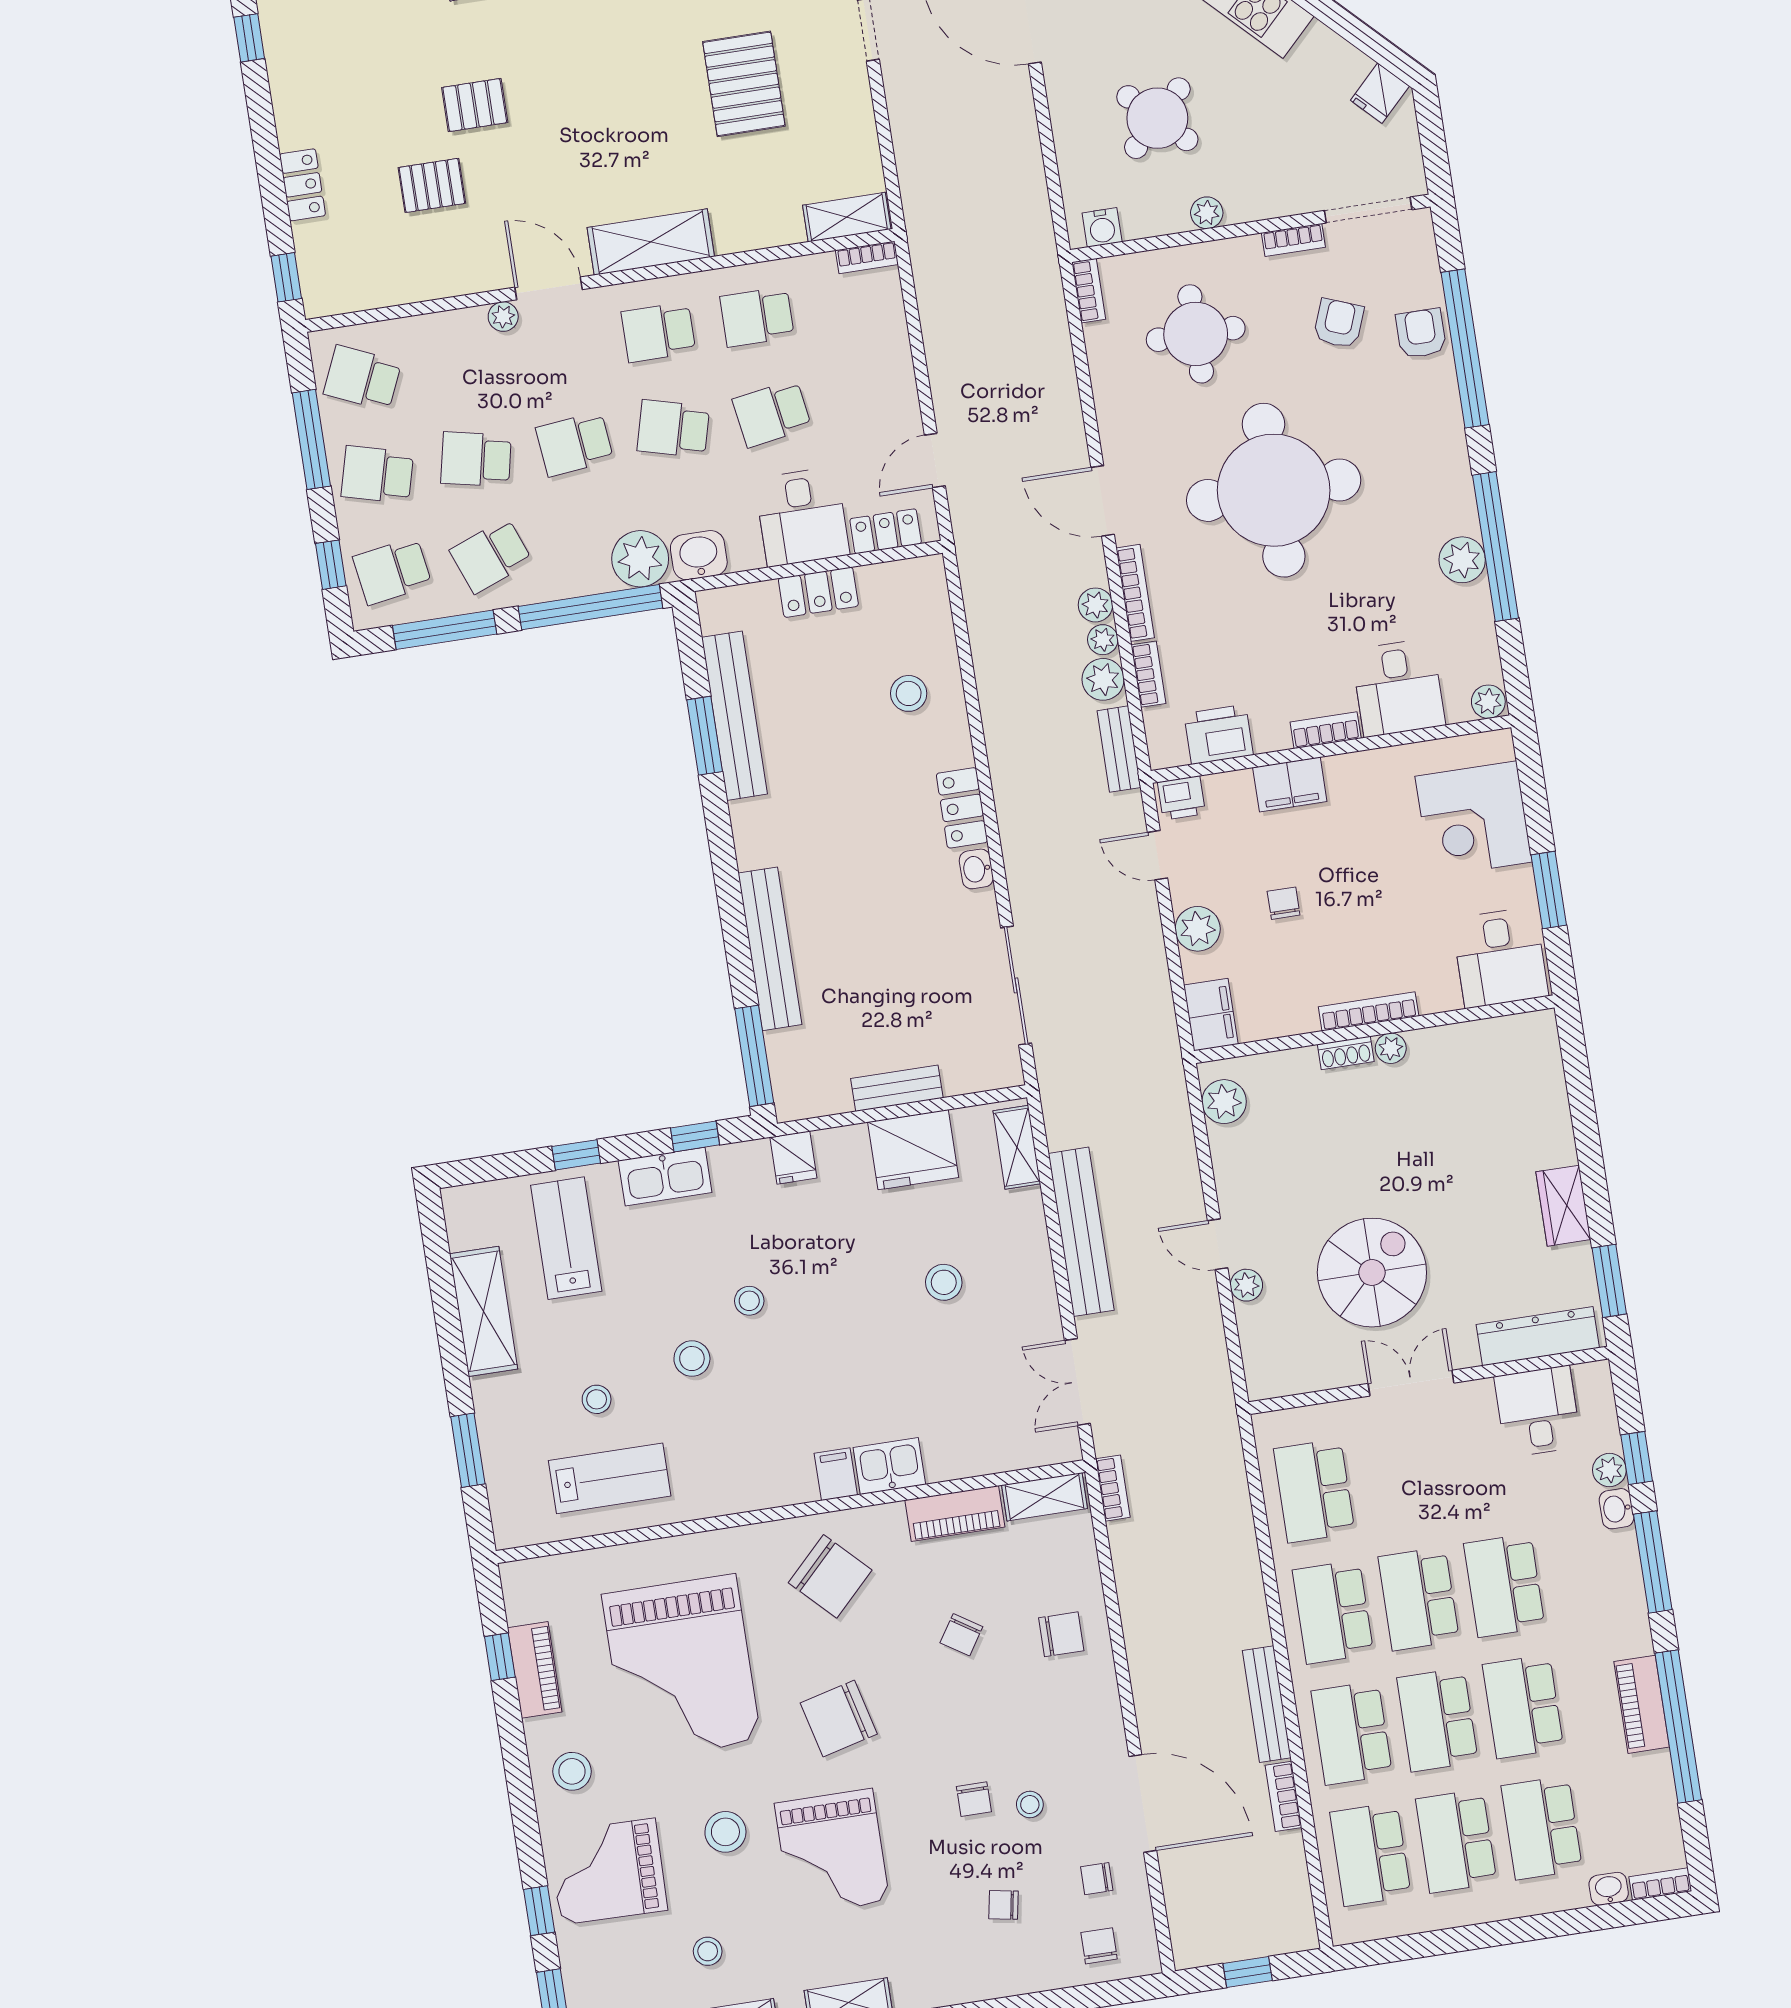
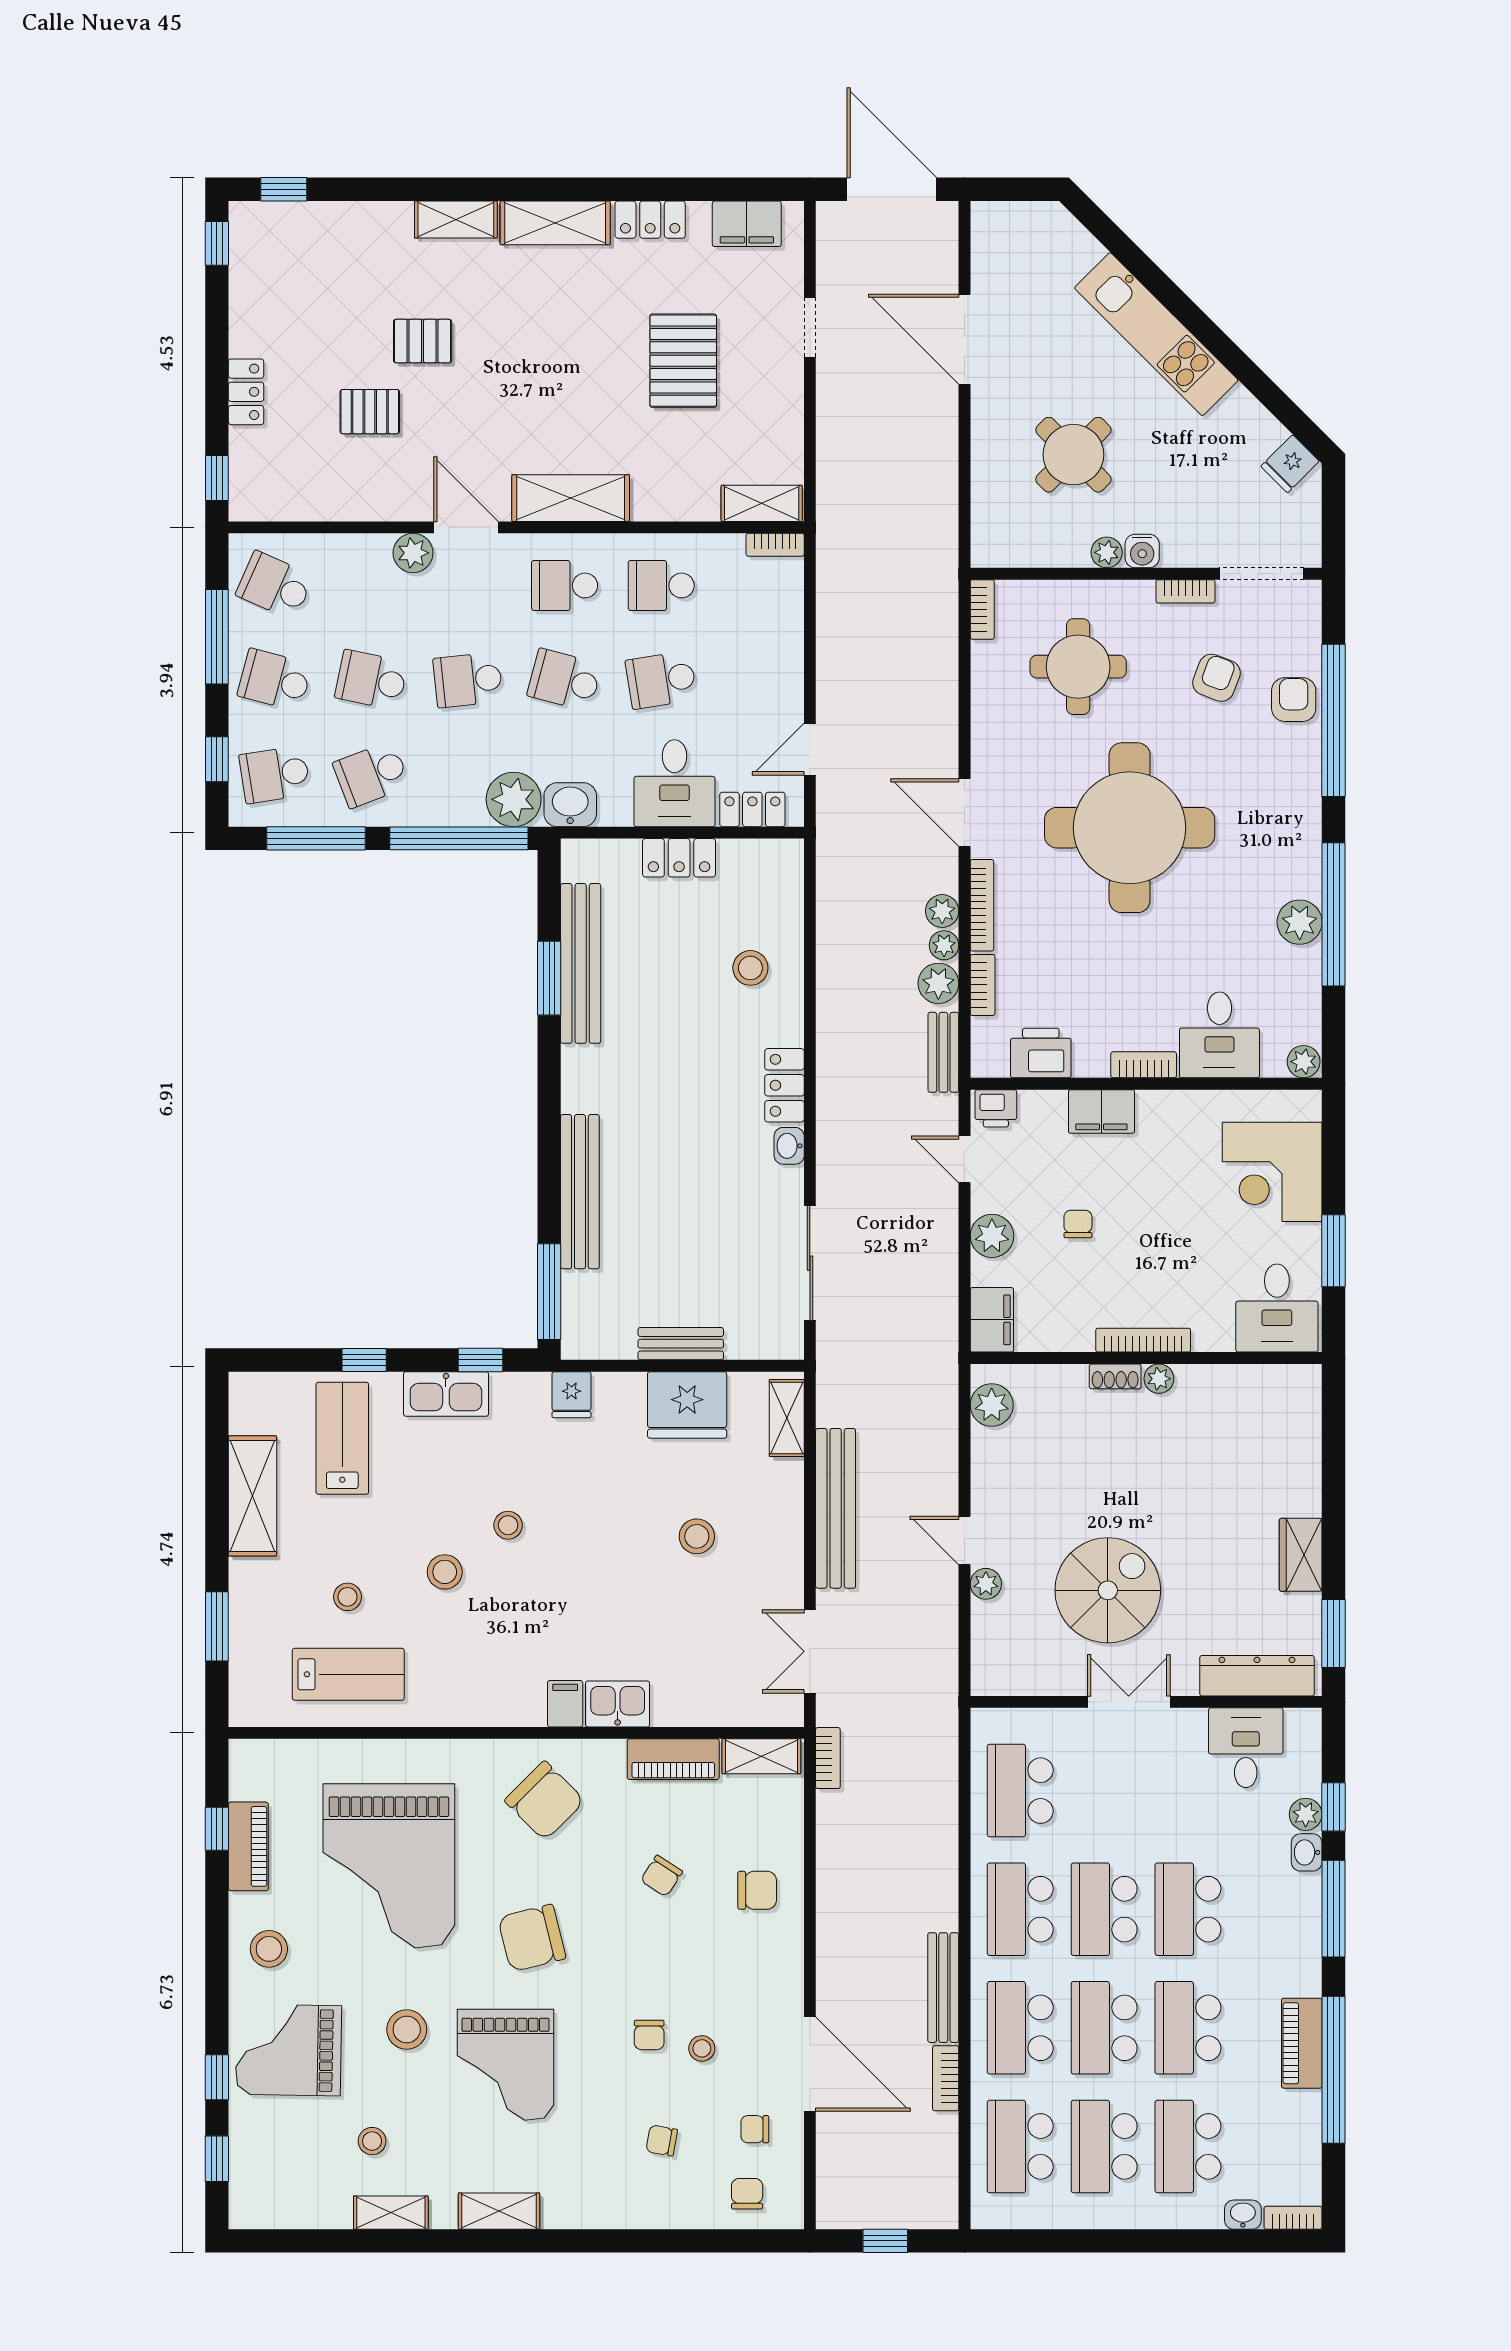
water cooler: (1102, 227) -> (1142, 551), moved
plant: (503, 317) -> (413, 553), width x1.38, depth x1.38

